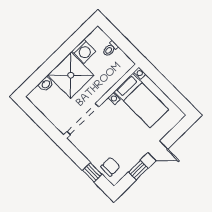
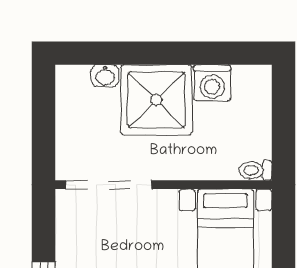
toilet: (110, 49) -> (256, 170), moved

